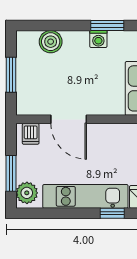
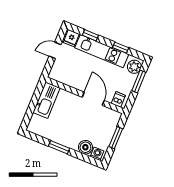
window: (107, 26) -> (59, 147), moved
washing machine: (98, 39) -> (97, 154), moved
window: (59, 213) -> (121, 48), added

